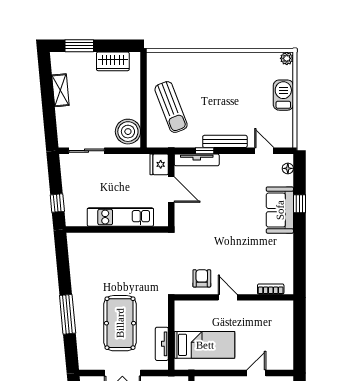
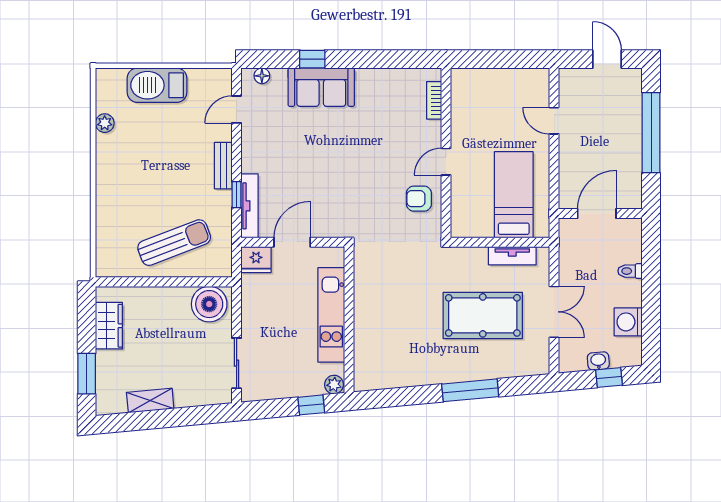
plant: (287, 58) -> (105, 123), moved
barbecue: (283, 95) -> (157, 85), width x1.37, depth x1.21
bench: (225, 141) -> (223, 166), width x0.73
plant: (72, 219) -> (334, 385), added

